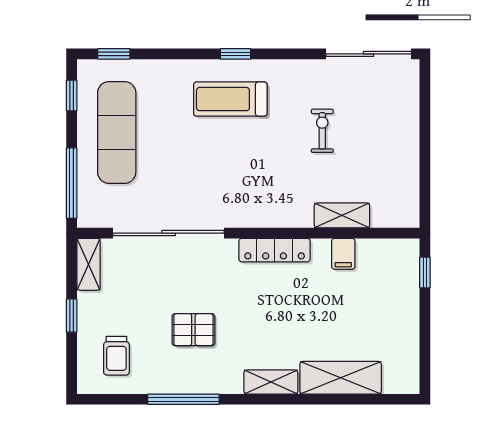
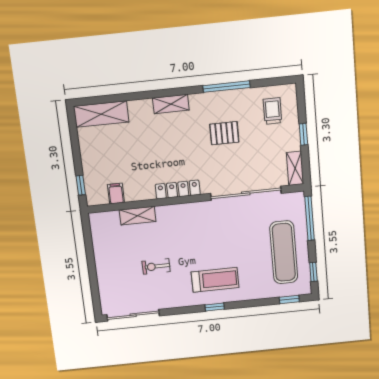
exercise bike: (322, 131) -> (156, 266), turned 90
filing cabinet: (343, 254) -> (116, 194), moved
shelving: (341, 378) -> (101, 114), moved

